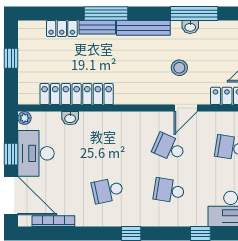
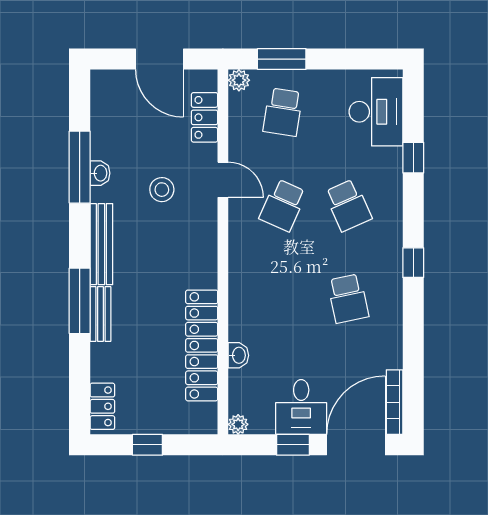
locker: (62, 28) -> (102, 406), moved
desk: (36, 153) -> (301, 407), width x0.73
school desk: (169, 190) -> (348, 205), turned -33
bookcase: (53, 221) -> (395, 402), moved

